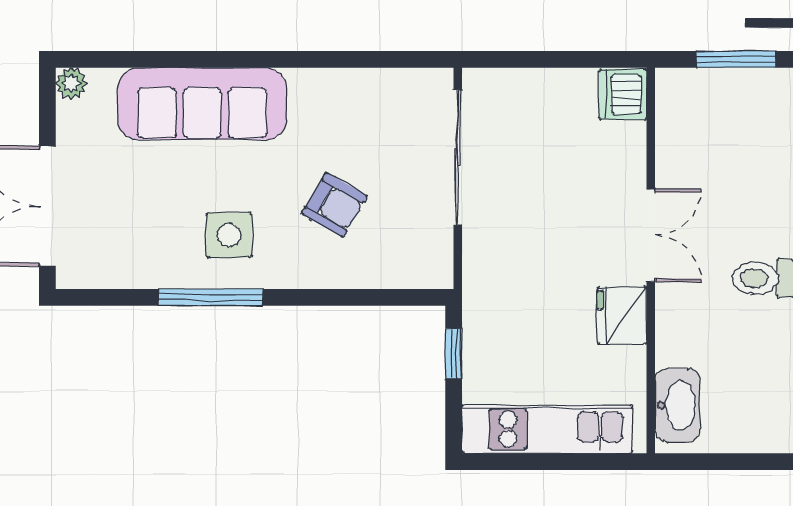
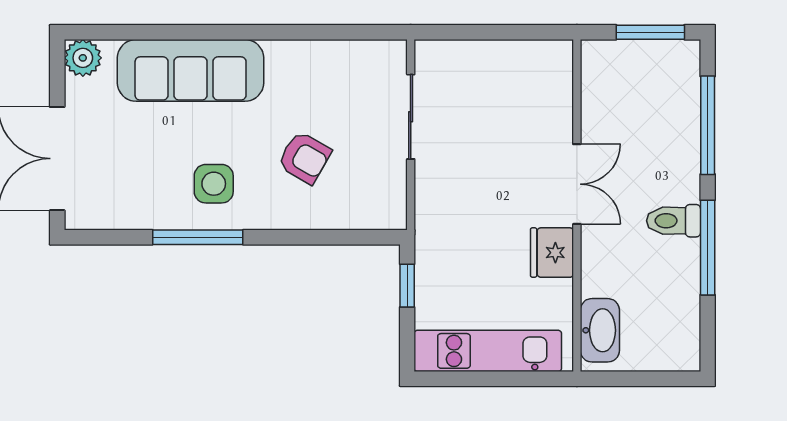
plant: (71, 83) -> (83, 58), width x1.38, depth x1.38
dishwasher: (623, 94) -> (553, 62), removed
sliding door: (458, 157) -> (411, 117), width x0.73

